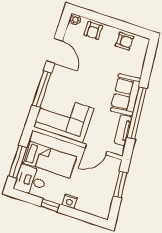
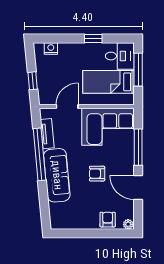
armchair: (124, 41) -> (97, 174), moved
sofa: (126, 95) -> (57, 175), width x1.36
window: (120, 184) -> (33, 81), width x0.67
nightstand: (70, 201) -> (51, 48), moved

